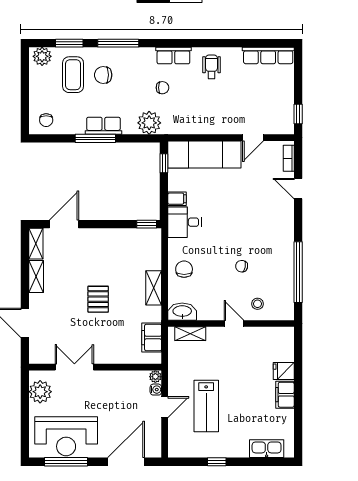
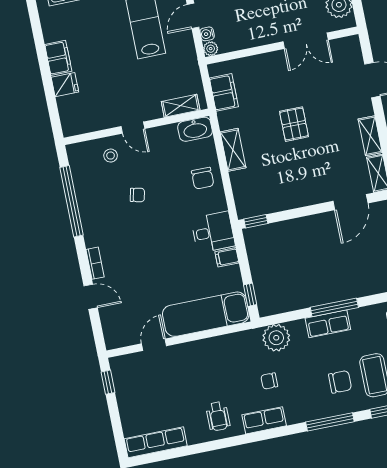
bookcase: (289, 158) -> (95, 263), moved

